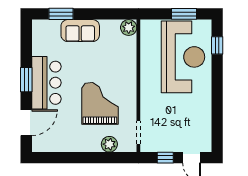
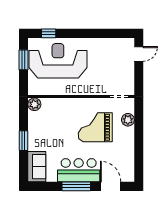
window: (61, 14) -> (23, 141), moved
sofa: (80, 31) -> (37, 167), moved
window: (26, 80) -> (76, 186), width x1.44
window: (165, 158) -> (139, 75), removed

